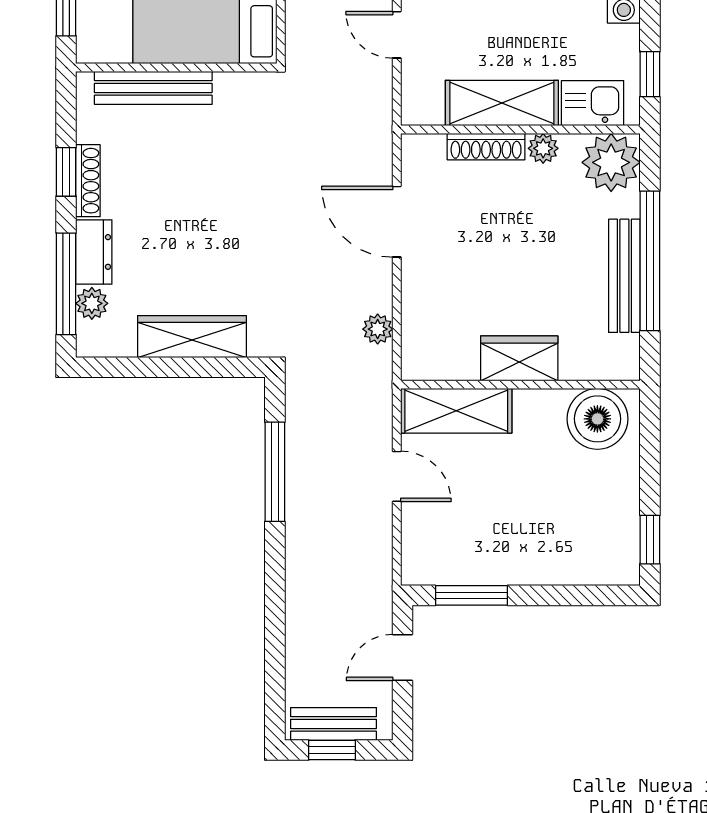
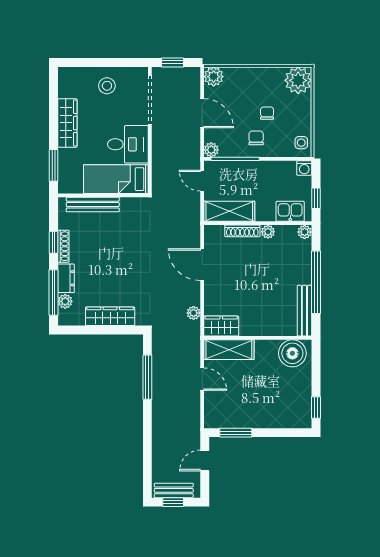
shelving: (502, 103) -> (229, 211), moved
plant: (611, 162) -> (305, 232), width x0.53, depth x0.53
bench: (624, 276) -> (304, 311), moved
wardrobe: (519, 358) -> (221, 326), moved

